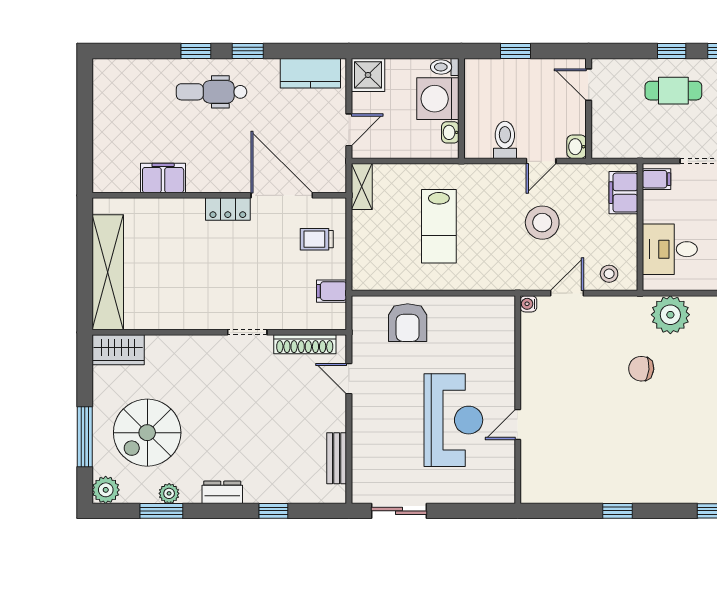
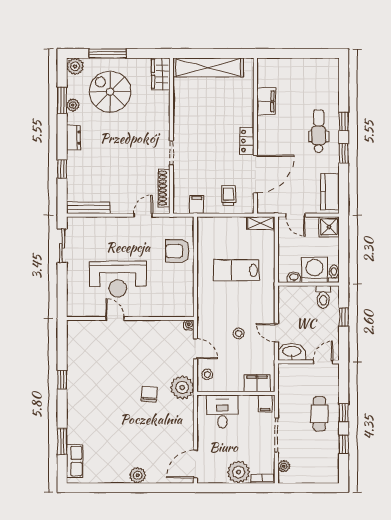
toilet: (505, 140) -> (323, 297), moved, turned 90
washbasin: (577, 147) -> (292, 352), width x1.91, depth x1.45
stool: (542, 223) -> (239, 334), width x0.53, depth x0.53
plant: (670, 315) -> (182, 388), moved
bench: (337, 458) -> (89, 208), width x1.36

